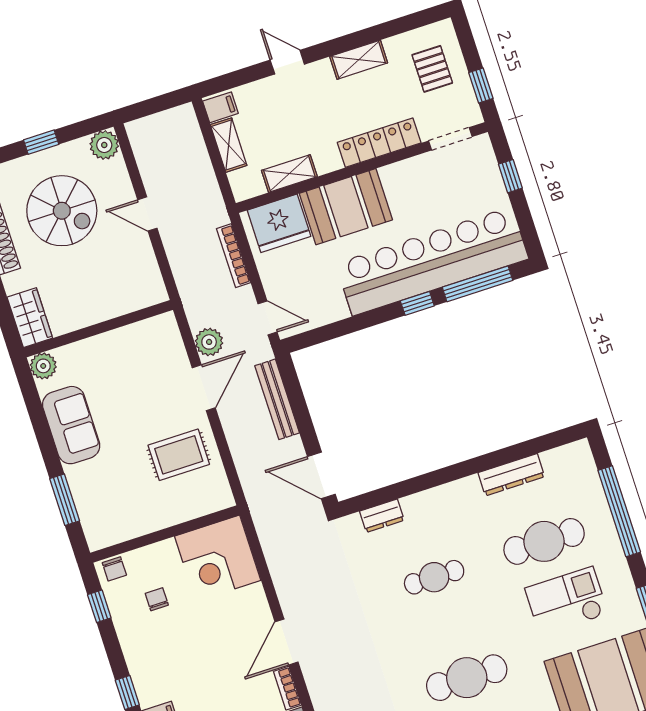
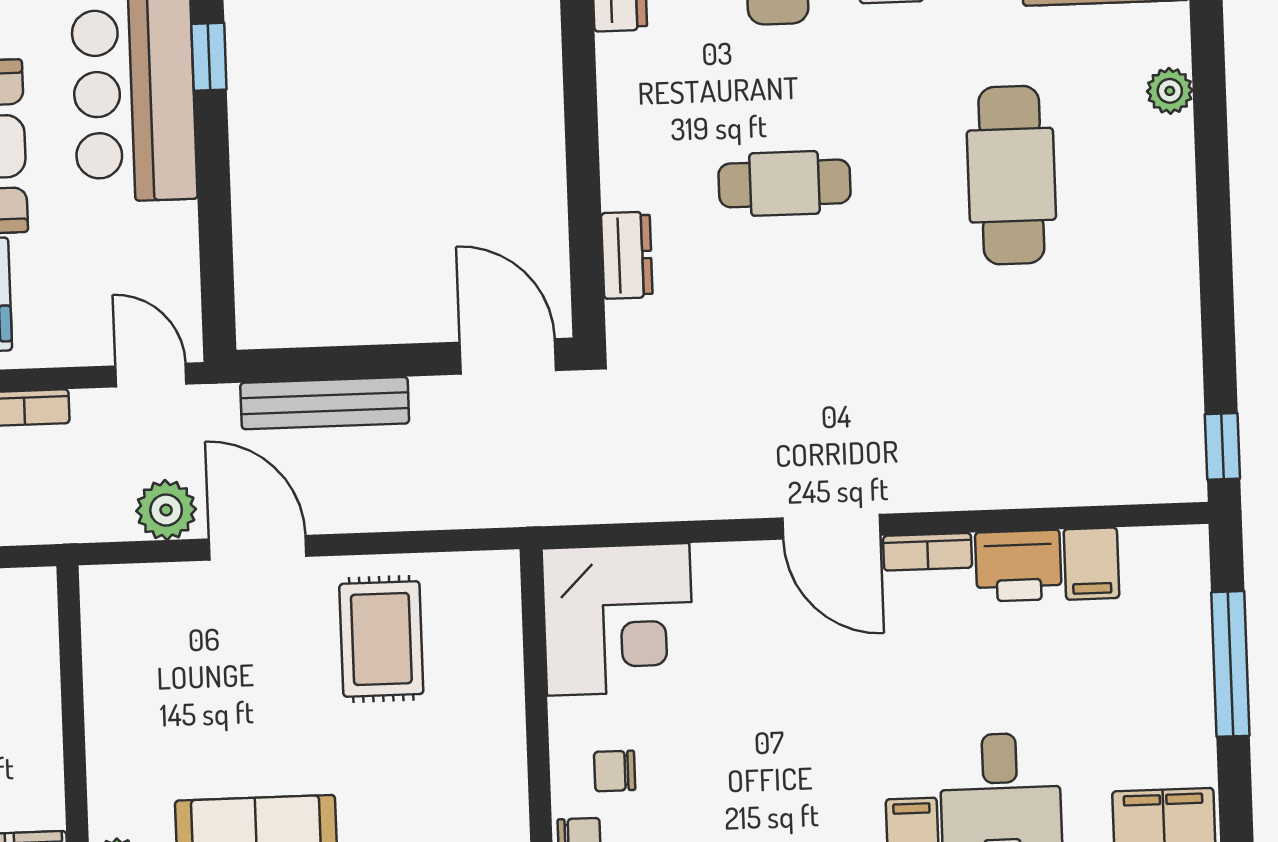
door: (268, 318) -> (151, 375), hinge flipped
door: (321, 475) -> (508, 356), swing flipped
cafe table: (434, 577) -> (785, 183), turned 90
chair: (157, 599) -> (615, 771), moved

